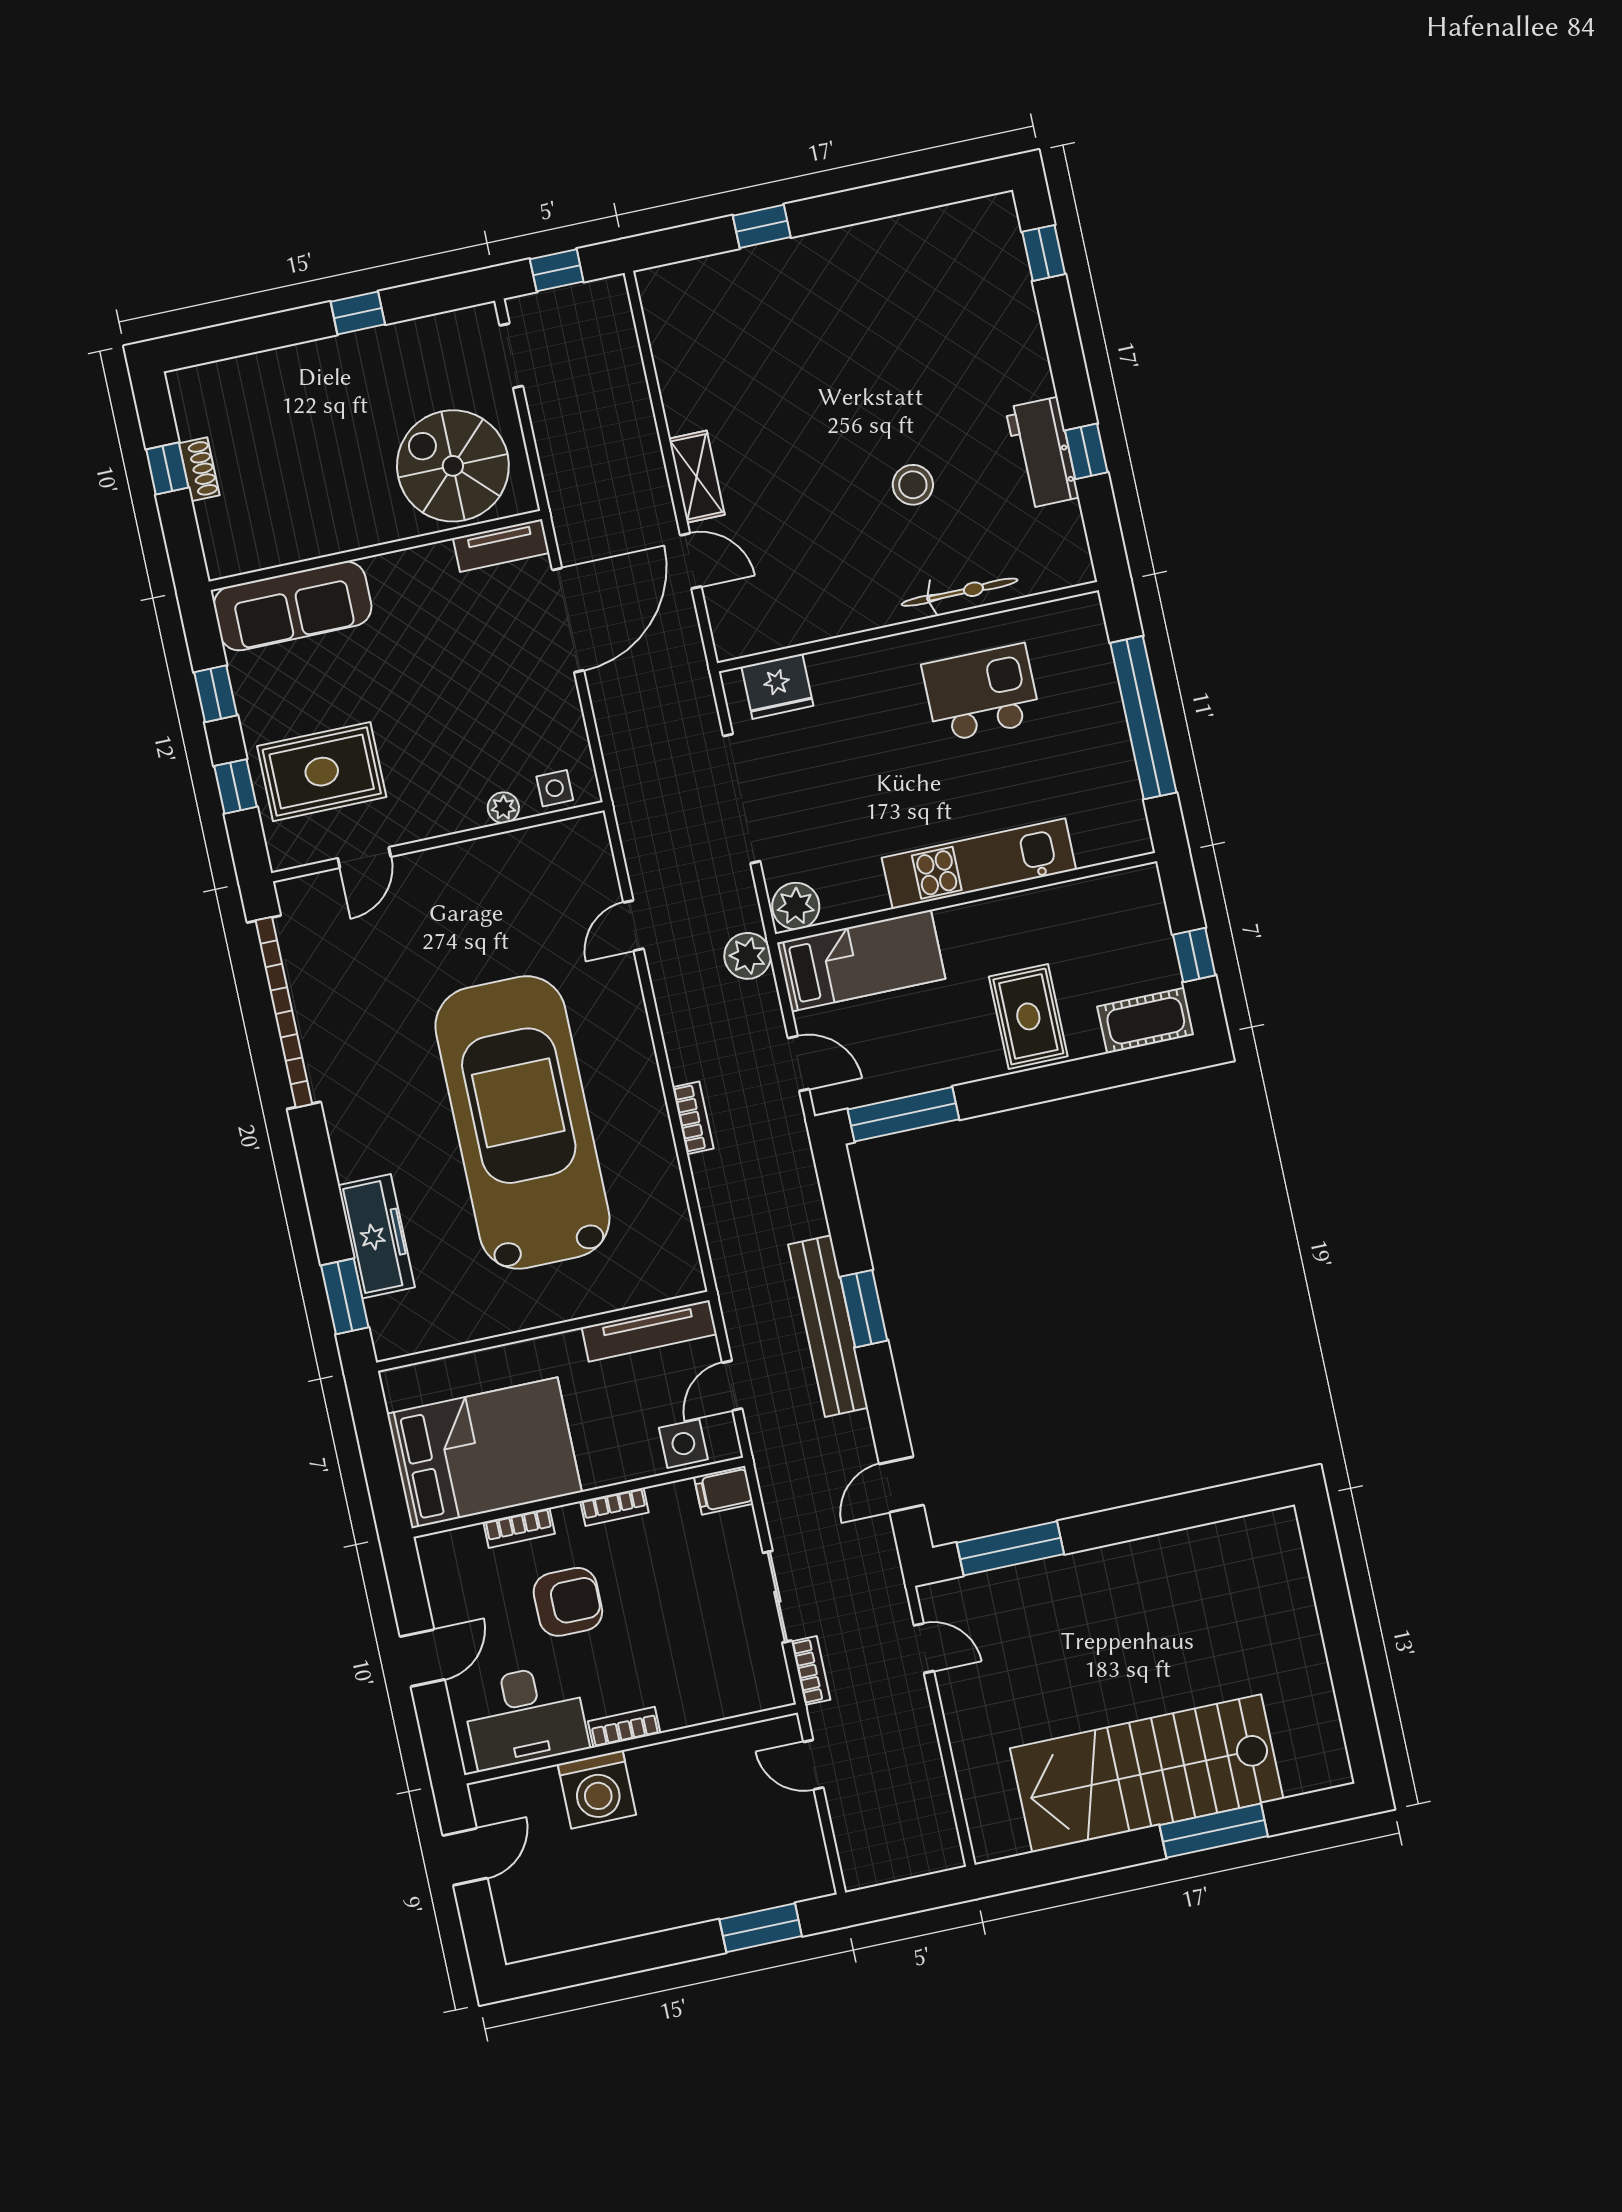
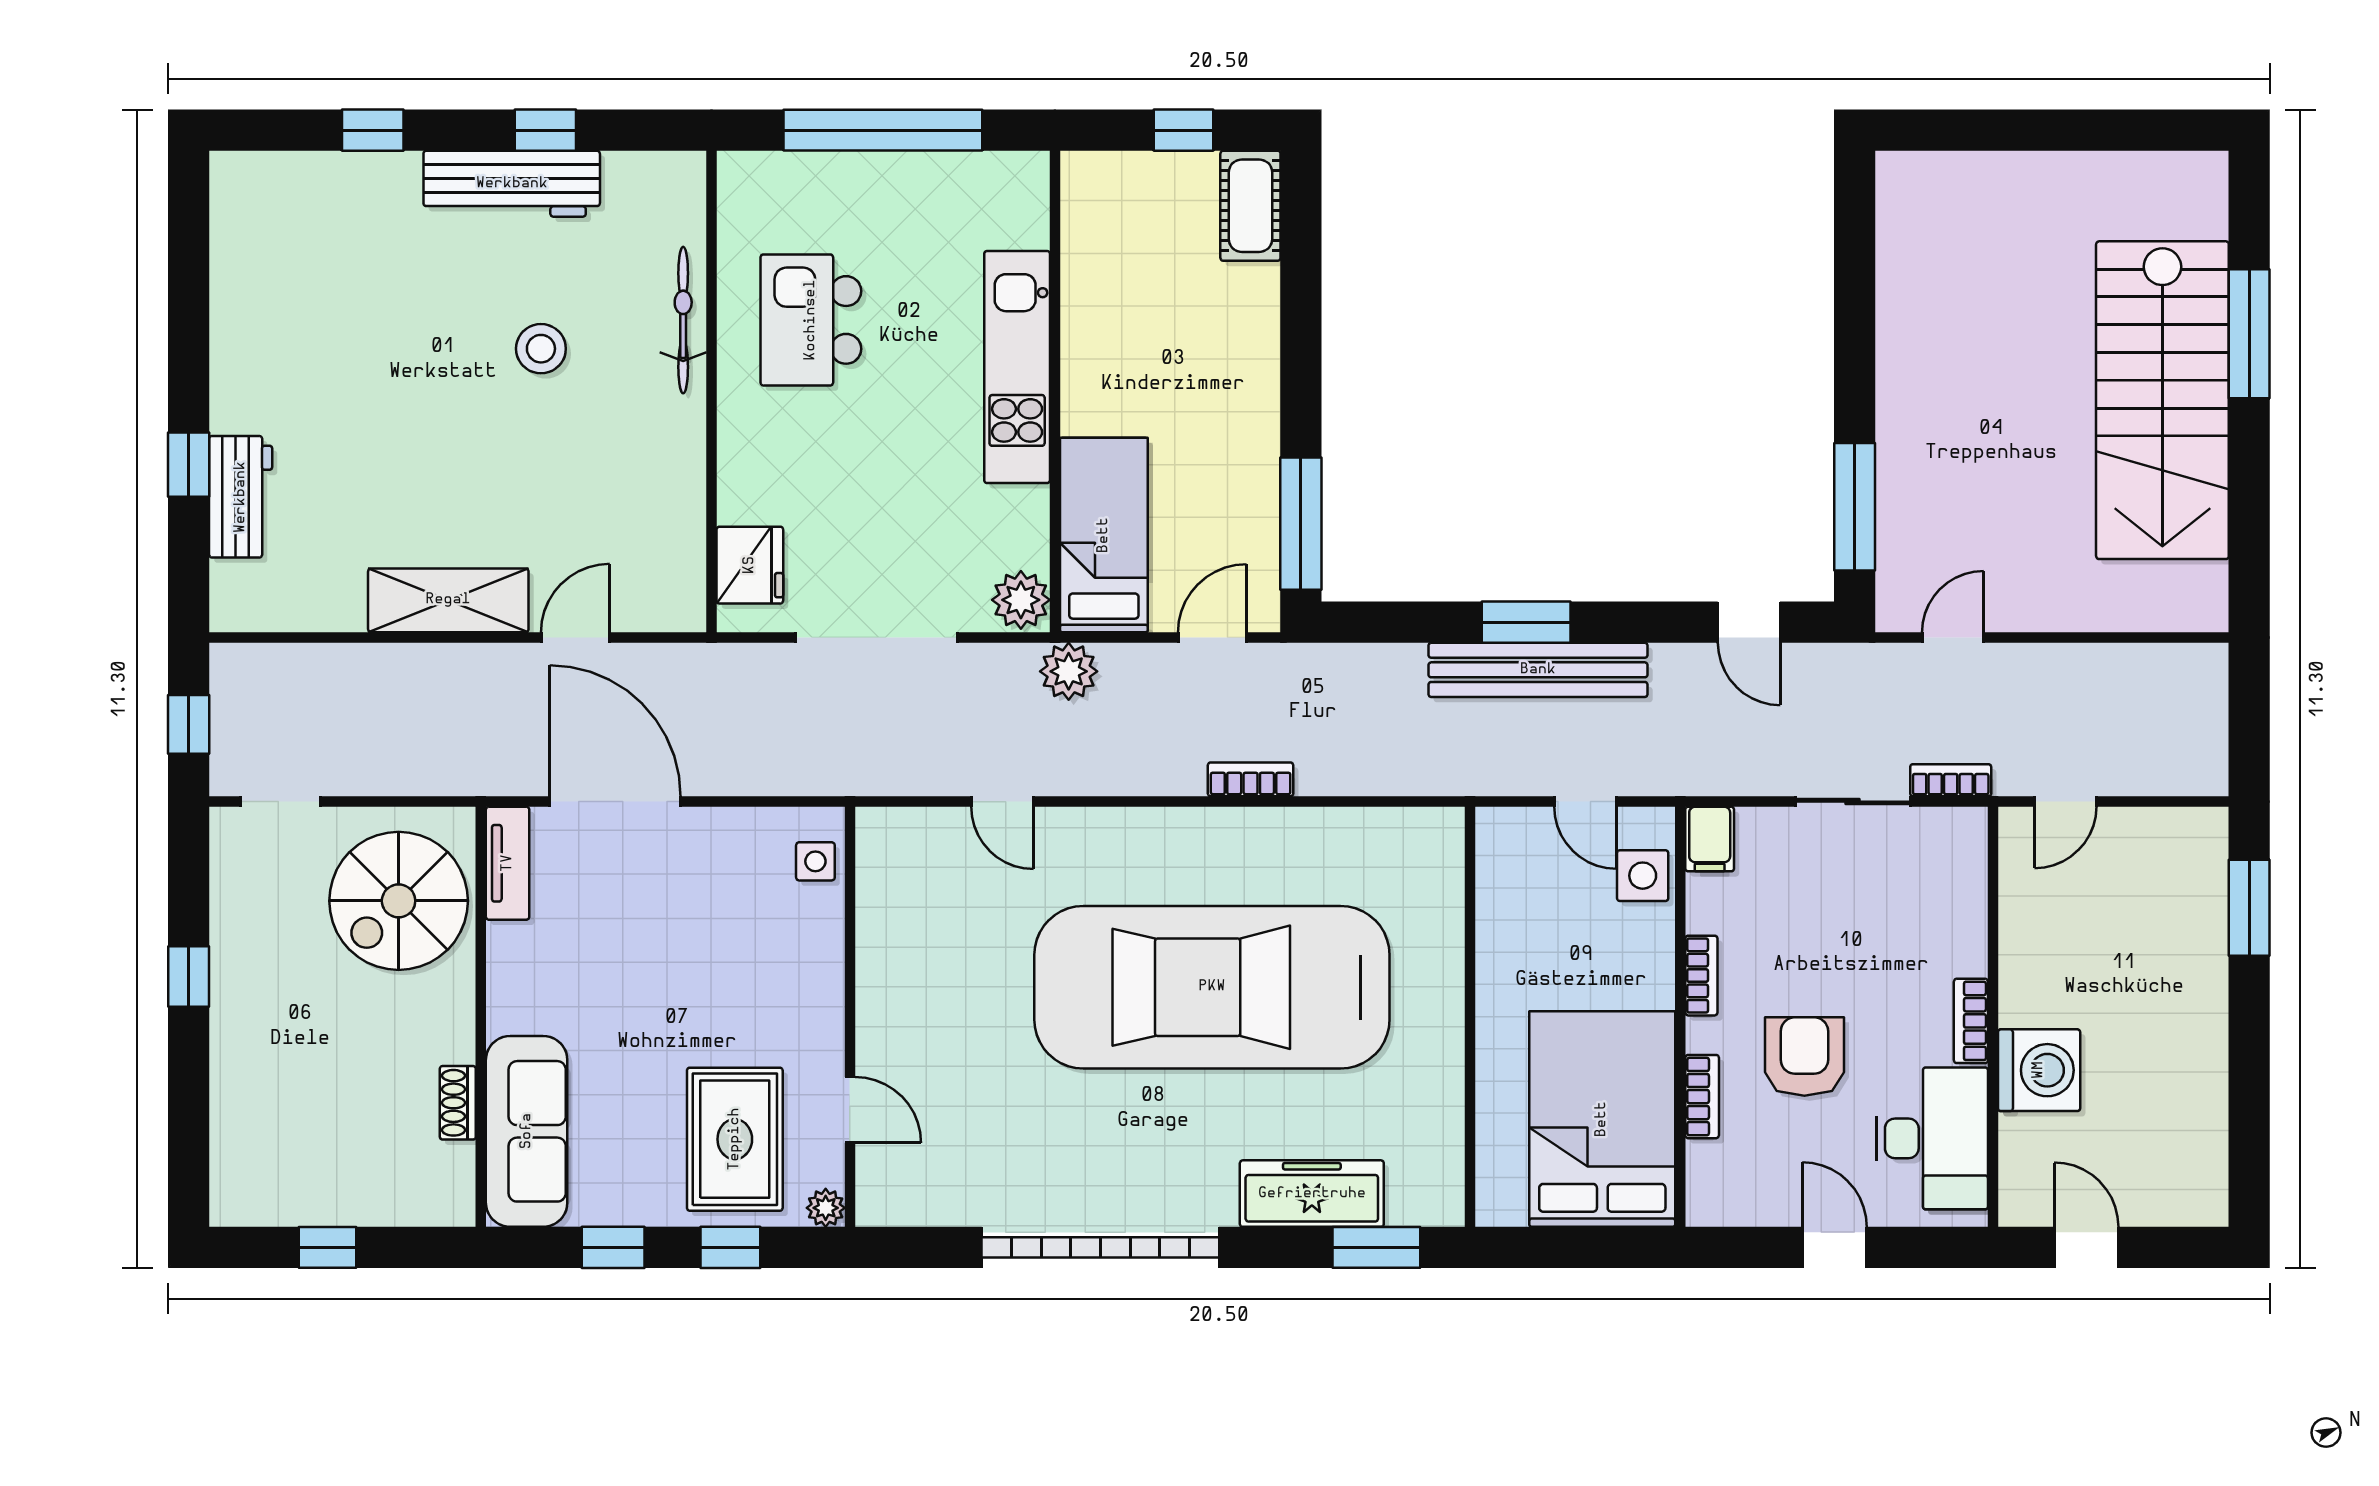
window: (1044, 253) -> (373, 130), moved
workbench: (745, 273) -> (241, 497), added
workbench: (1042, 453) -> (512, 184), width x1.38
shoe rack: (199, 469) -> (458, 1103), moved, turned -90
shelving: (697, 477) -> (448, 600), width x1.50, depth x1.33
plant: (503, 808) -> (826, 1208), moved
garage door: (284, 1012) -> (1100, 1247), moved
rug: (1028, 1016) -> (1215, 347), removed
tv unit: (649, 1331) -> (1497, 888), removed

